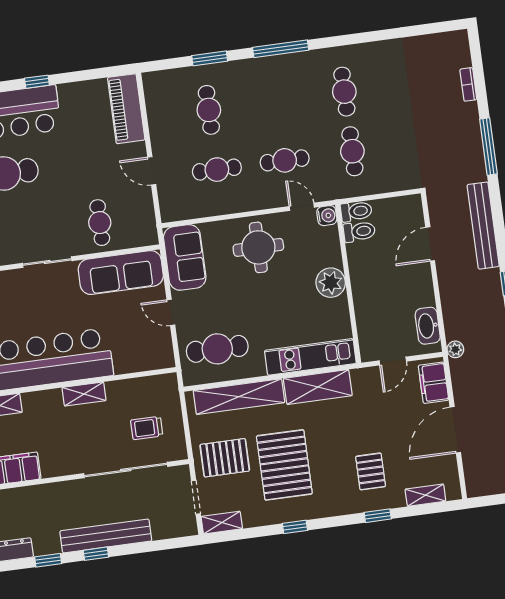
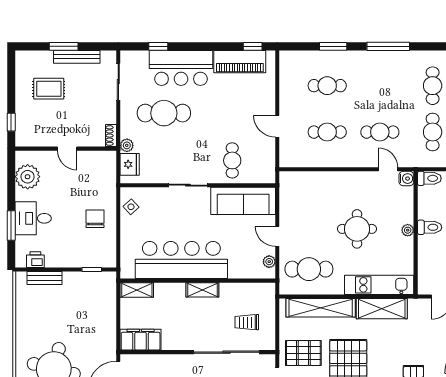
window: (37, 82) -> (253, 46), moved
piano: (126, 109) -> (240, 62), moved, turned -90
cafe table: (209, 110) -> (327, 86), turned 90
toilet: (359, 231) -> (430, 227), moved
round table: (258, 247) -> (357, 229), moved
sofa: (185, 257) -> (293, 196), removed
plant: (331, 283) -> (408, 230), width x0.53, depth x0.53
plant: (165, 346) -> (269, 262), added

